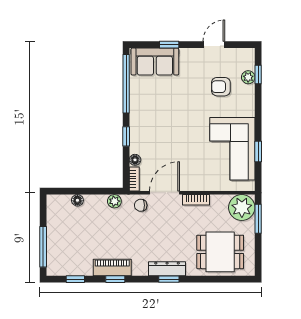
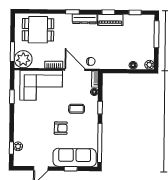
sofa: (155, 62) -> (75, 157), width x1.36
armchair: (221, 87) -> (61, 128), moved
coffee table: (161, 134) -> (77, 109), added
corner sofa: (232, 149) -> (41, 85), moved, turned 90
door: (164, 193) -> (75, 70), swing flipped
plant: (114, 201) -> (149, 65), moved
dresser: (167, 269) -> (85, 19), moved

